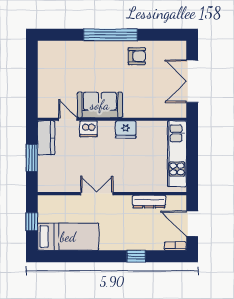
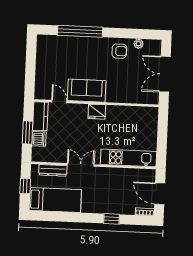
window: (110, 35) -> (80, 31), moved
plant: (159, 46) -> (139, 44), added
dishwasher: (89, 129) -> (39, 139), moved, turned -90
fridge: (126, 129) -> (97, 112), moved
kitchen unit: (177, 154) -> (129, 158), moved, turned 90
dresser: (149, 202) -> (53, 170), moved

